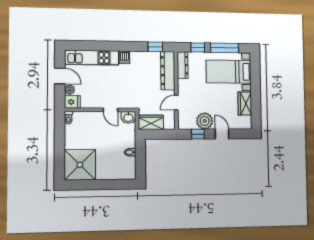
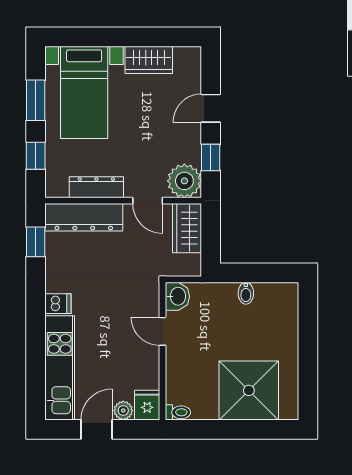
window: (225, 48) -> (36, 100), width x0.69
dresser: (182, 65) -> (96, 187), moved
door: (110, 110) -> (163, 331), swing flipped
plant: (205, 121) -> (184, 181), moved
wardrobe: (151, 122) -> (187, 228), moved
shower: (80, 165) -> (249, 390), moved

